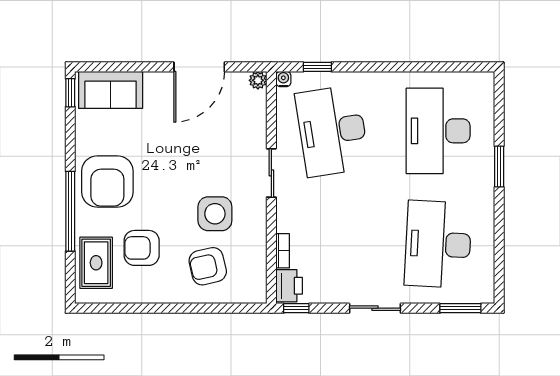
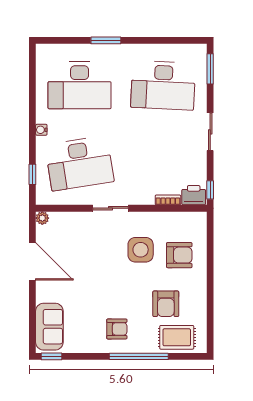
water cooler: (283, 79) -> (41, 130), moved
armchair: (107, 181) -> (117, 329), width x0.53, depth x0.53
armchair: (208, 266) -> (179, 255), turned -77

